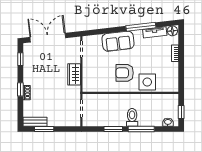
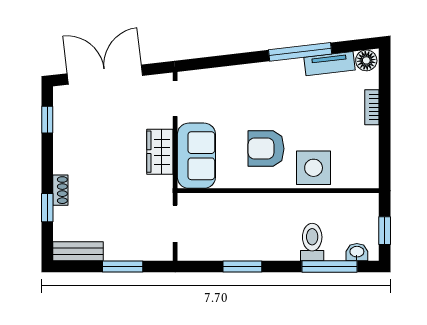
sofa: (118, 41) -> (196, 156), moved, turned -83
window: (20, 89) -> (47, 208), moved
toilet: (132, 117) -> (312, 242), moved
window: (44, 129) -> (123, 267), moved
window: (141, 129) -> (330, 267), moved

